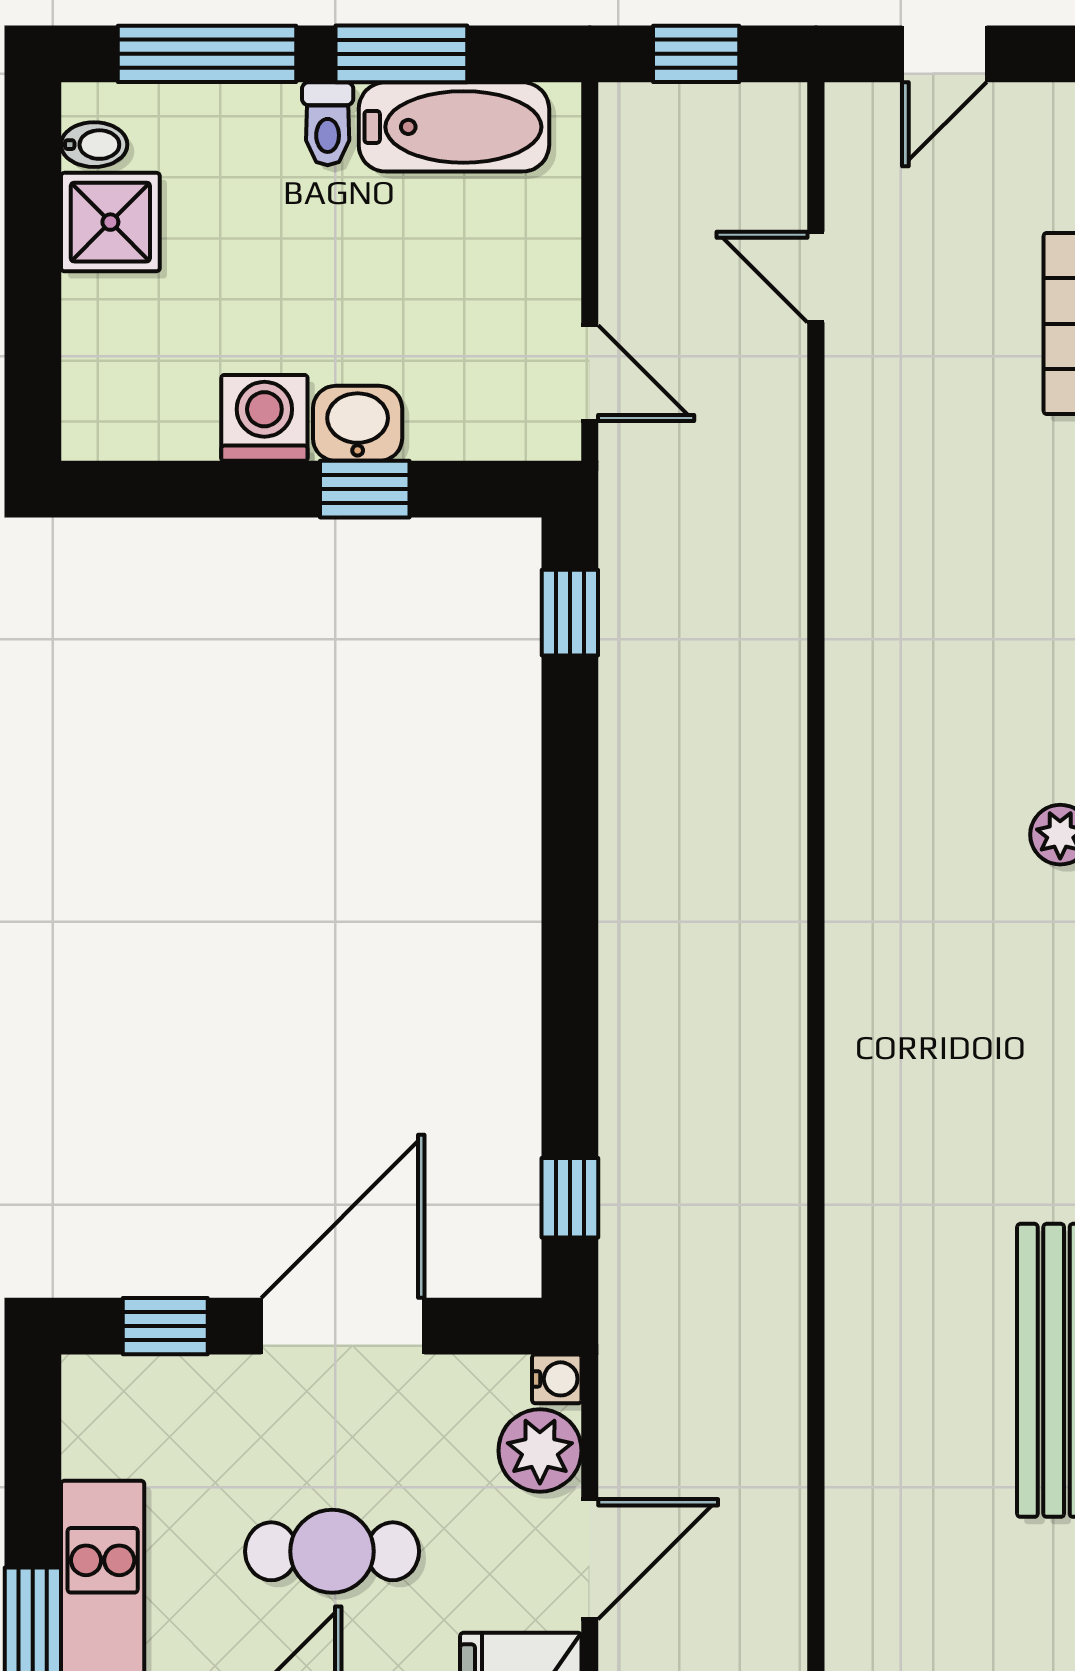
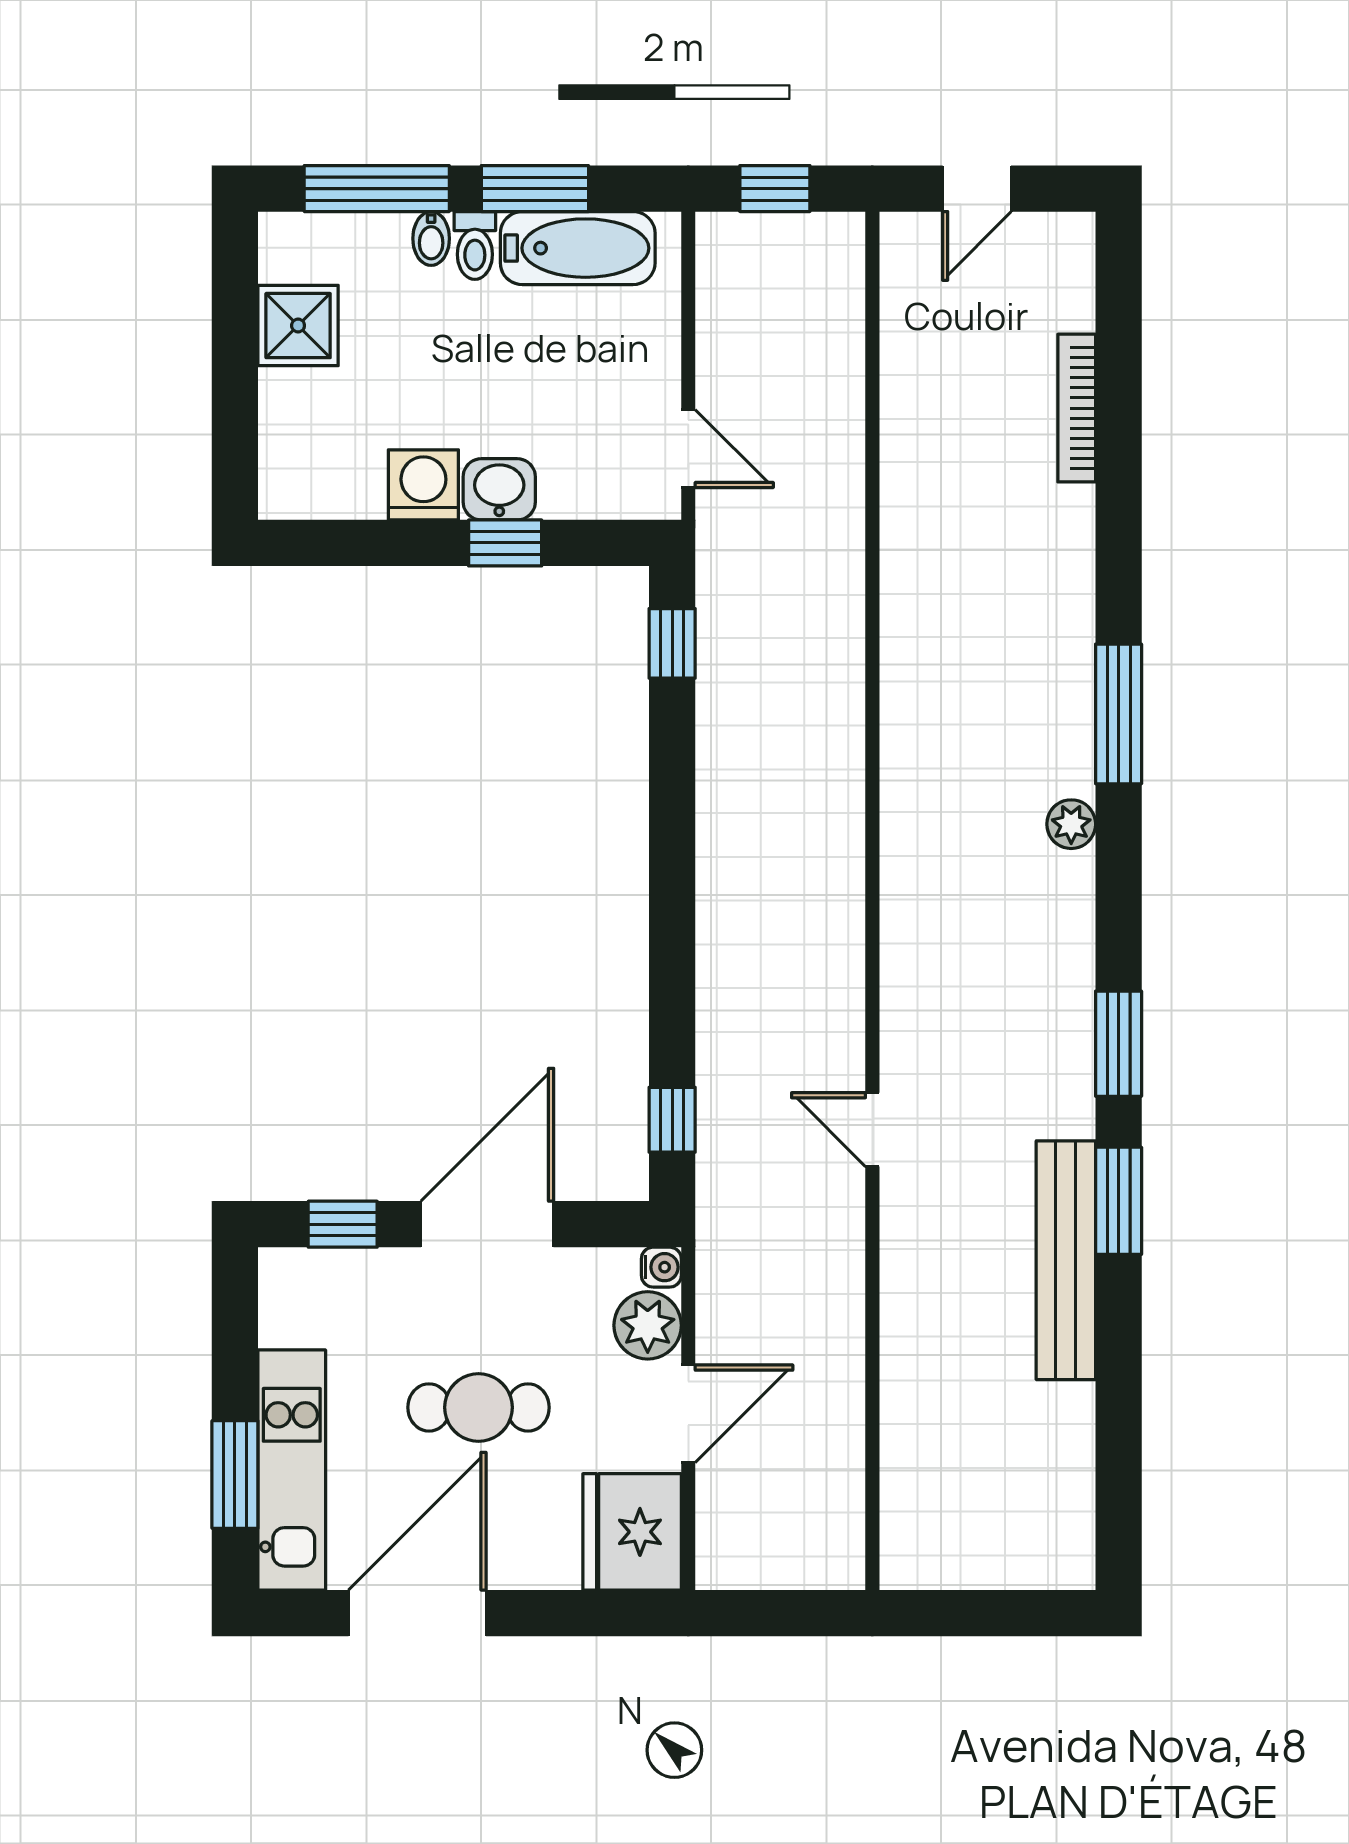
bidet: (94, 145) -> (431, 238), moved, turned 90
door: (816, 277) -> (872, 1130), moved

